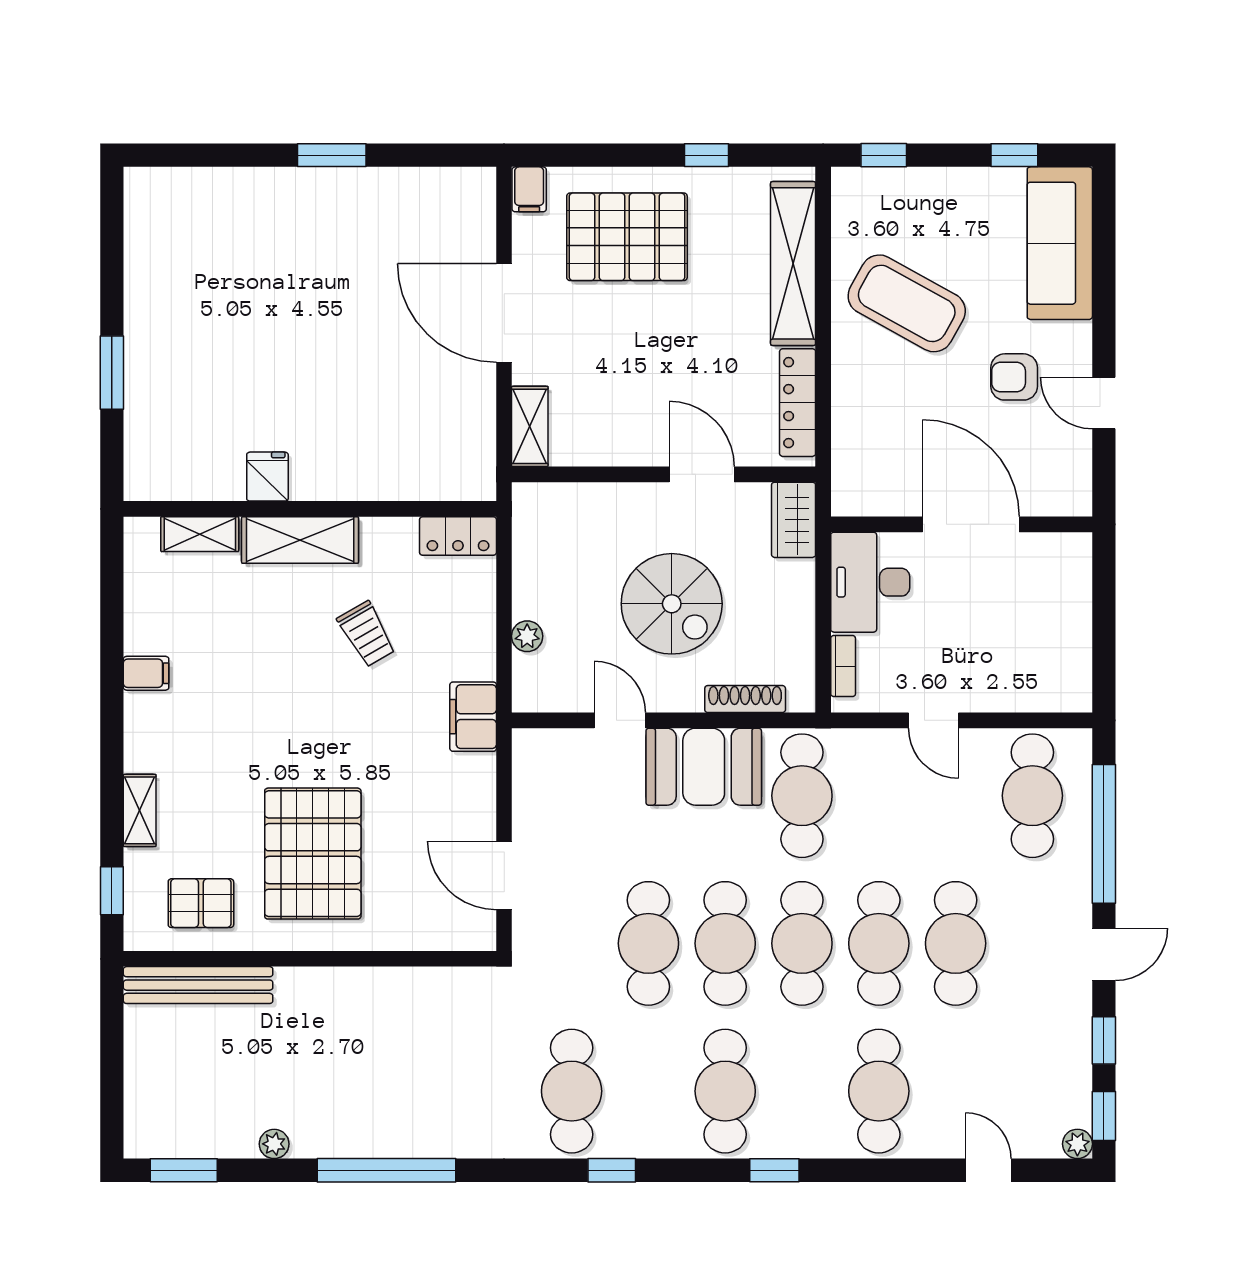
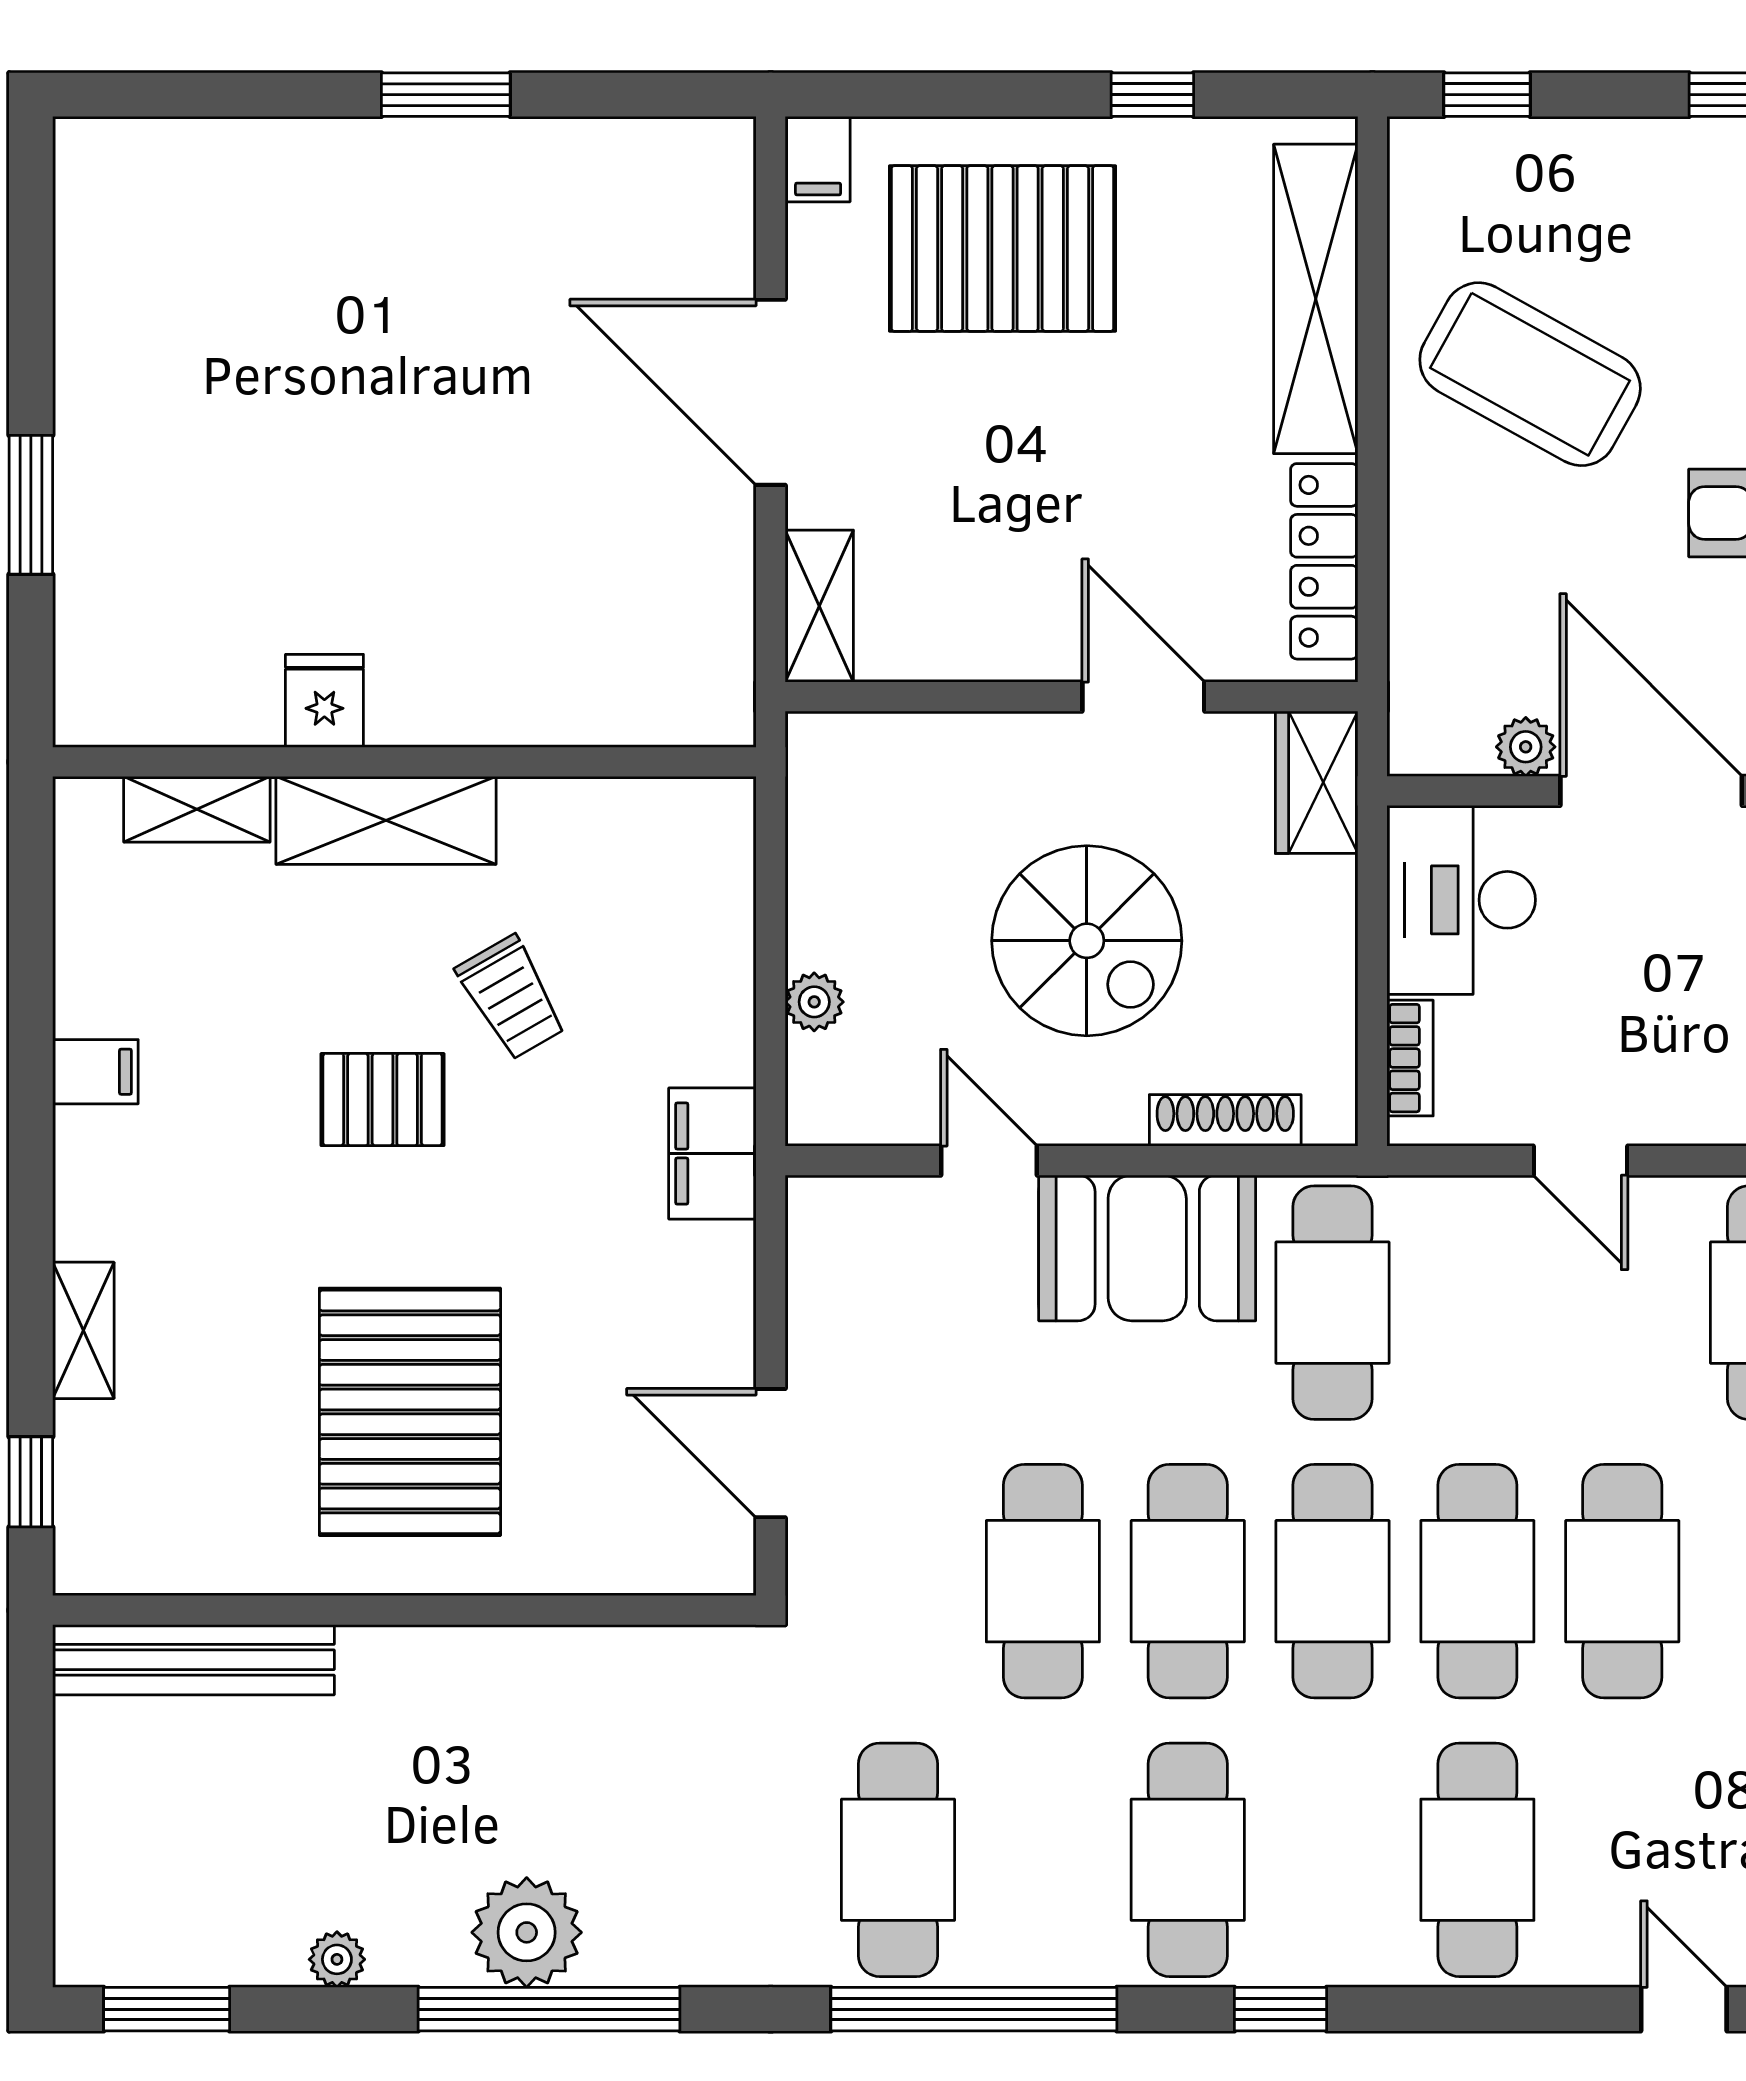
plant: (904, 501) -> (1526, 747), added
locker: (458, 536) -> (684, 813), removed
pallet: (201, 903) -> (383, 1100), moved
plant: (375, 1130) -> (527, 1932), added
window: (612, 1170) -> (974, 2009), width x3.17

